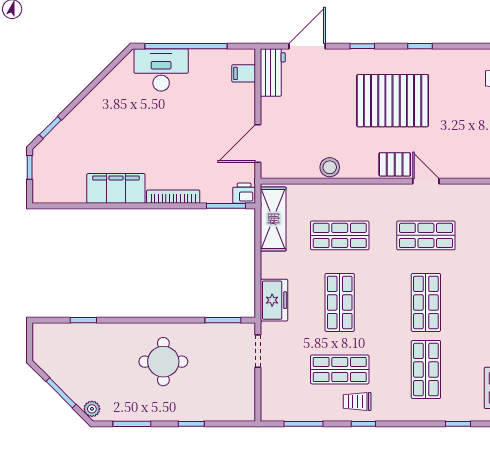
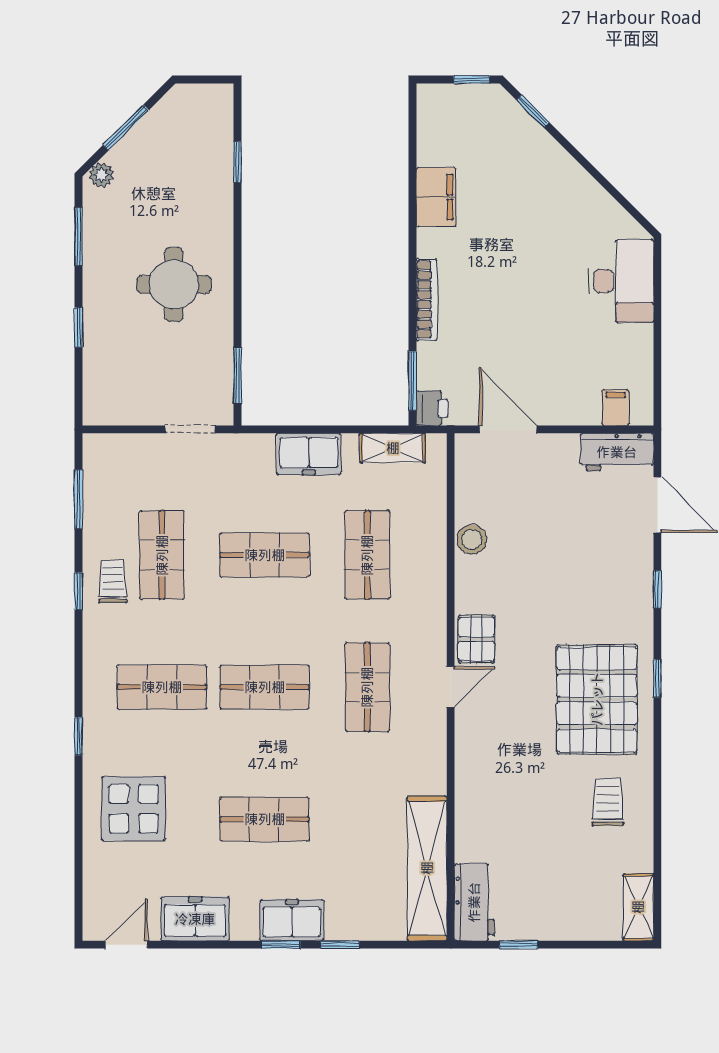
window: (186, 46) -> (657, 319), removed
pallet: (393, 101) -> (597, 699), moved
filing cabinet: (116, 188) -> (436, 197), width x0.67, depth x0.86
shelving: (273, 219) -> (393, 448), width x0.67, depth x0.75
freezer: (274, 300) -> (309, 454), moved

